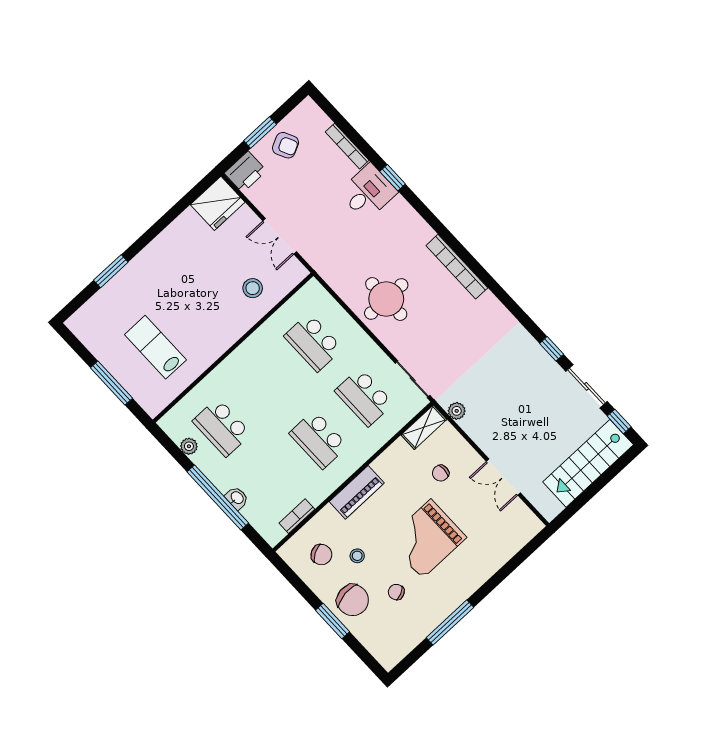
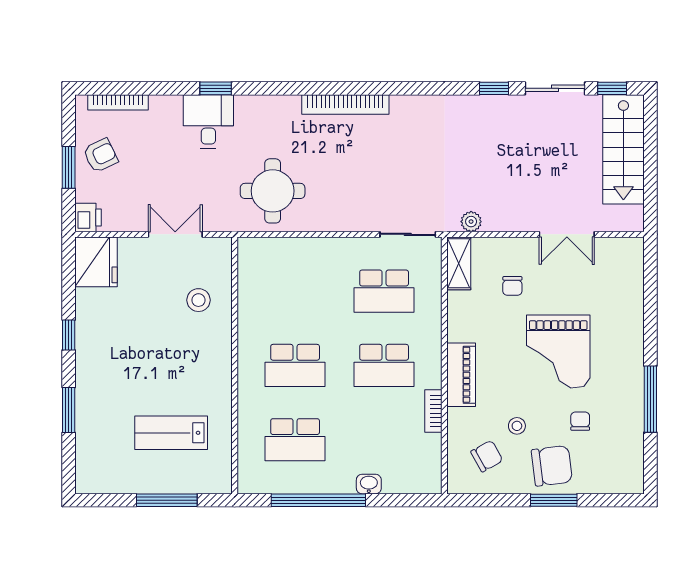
bookcase: (347, 146) -> (118, 102), moved
printer: (245, 172) -> (88, 217), width x0.73, depth x0.81
window: (157, 228) -> (69, 335), added
double door: (280, 236) -> (175, 234), swing flipped
round table: (386, 299) -> (273, 191), moved
school desk: (313, 342) -> (295, 365), moved
plant: (189, 446) -> (285, 484), removed
window: (218, 497) -> (318, 500), moved
bookcase: (297, 516) -> (433, 411), moved
chair: (396, 592) -> (580, 421), turned 115

